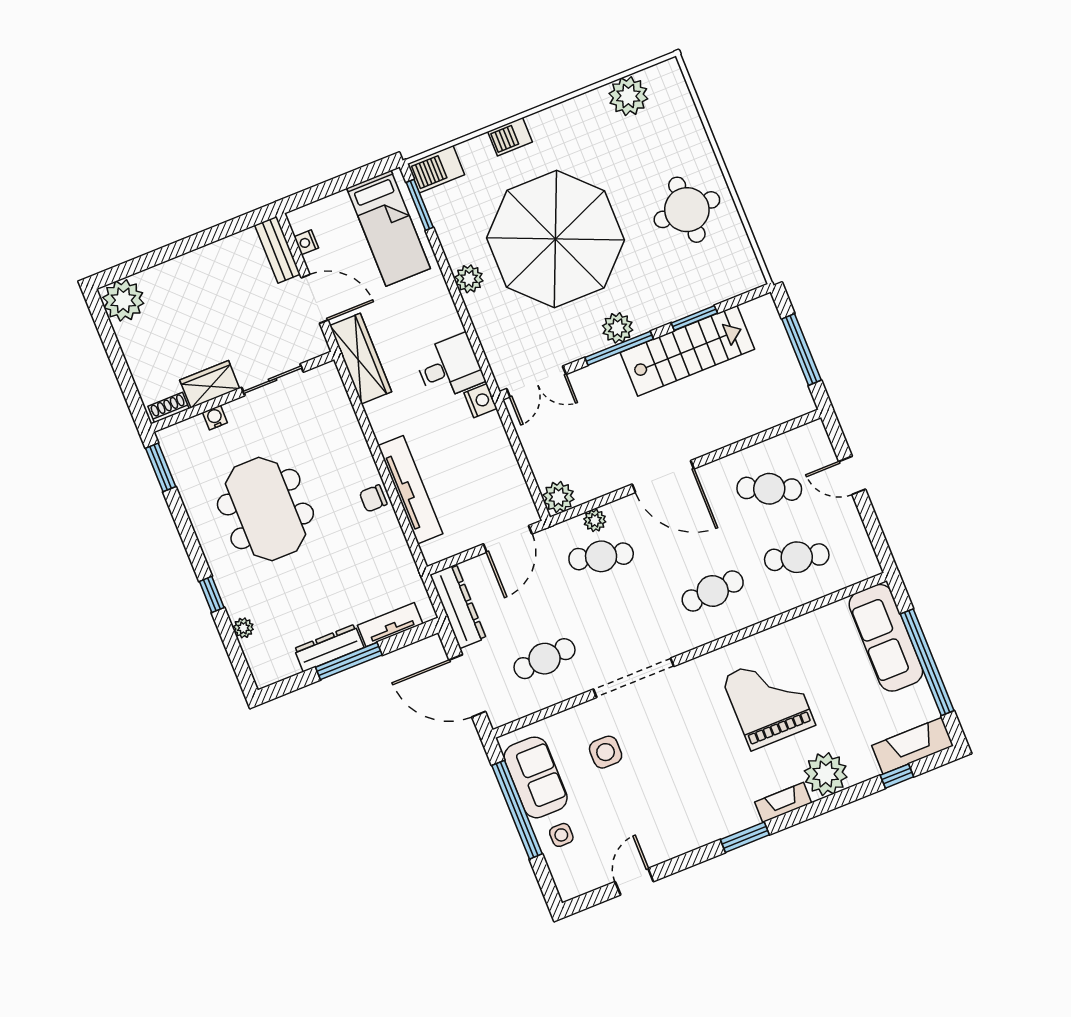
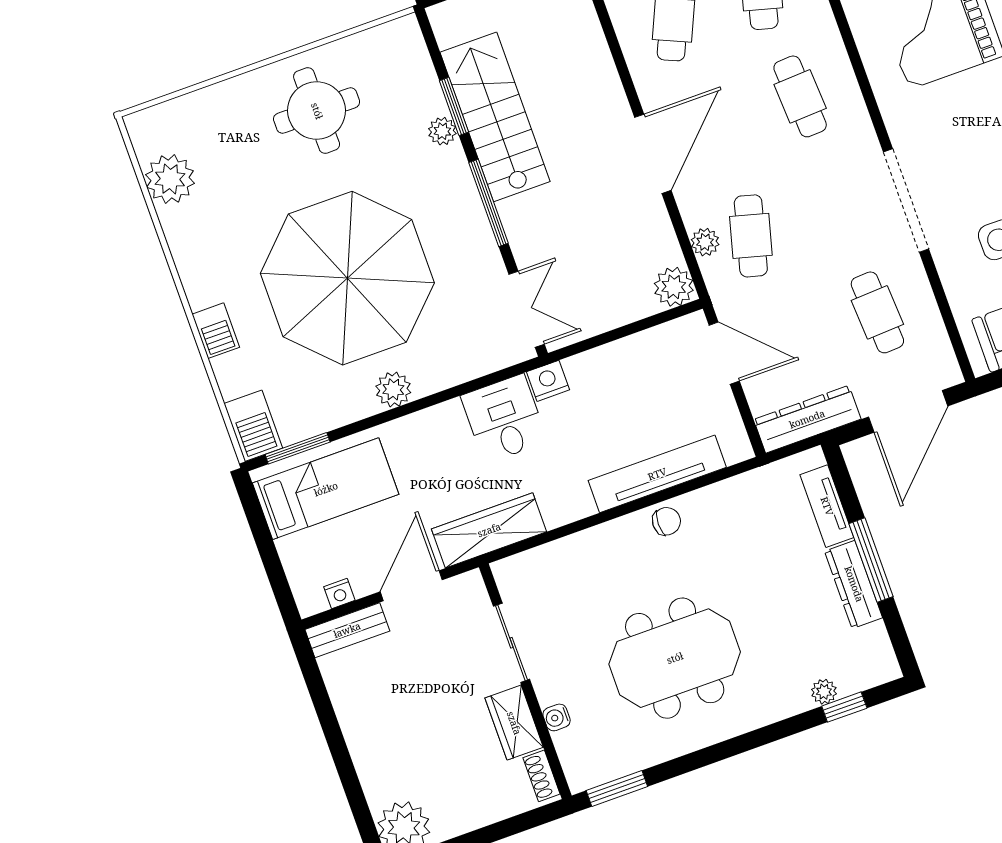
plant: (618, 328) -> (442, 131), moved, width x0.73, depth x0.73
chair: (373, 498) -> (666, 521), turned -90
window: (212, 594) -> (844, 707), moved

